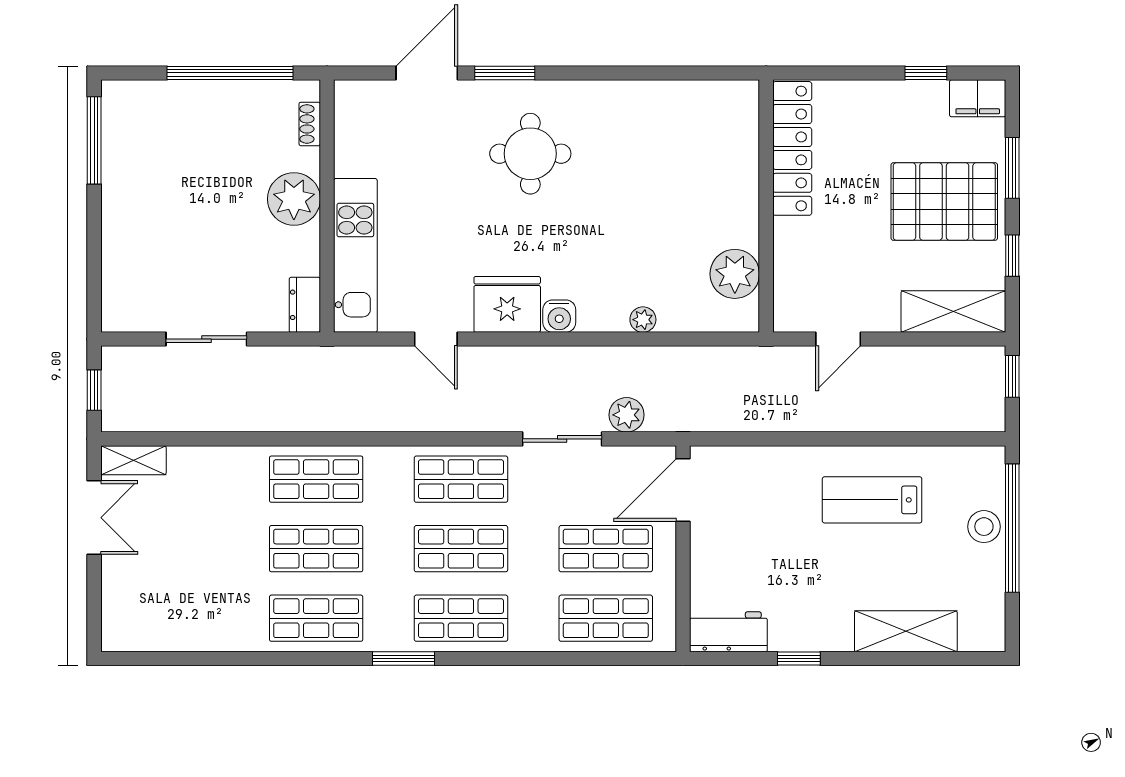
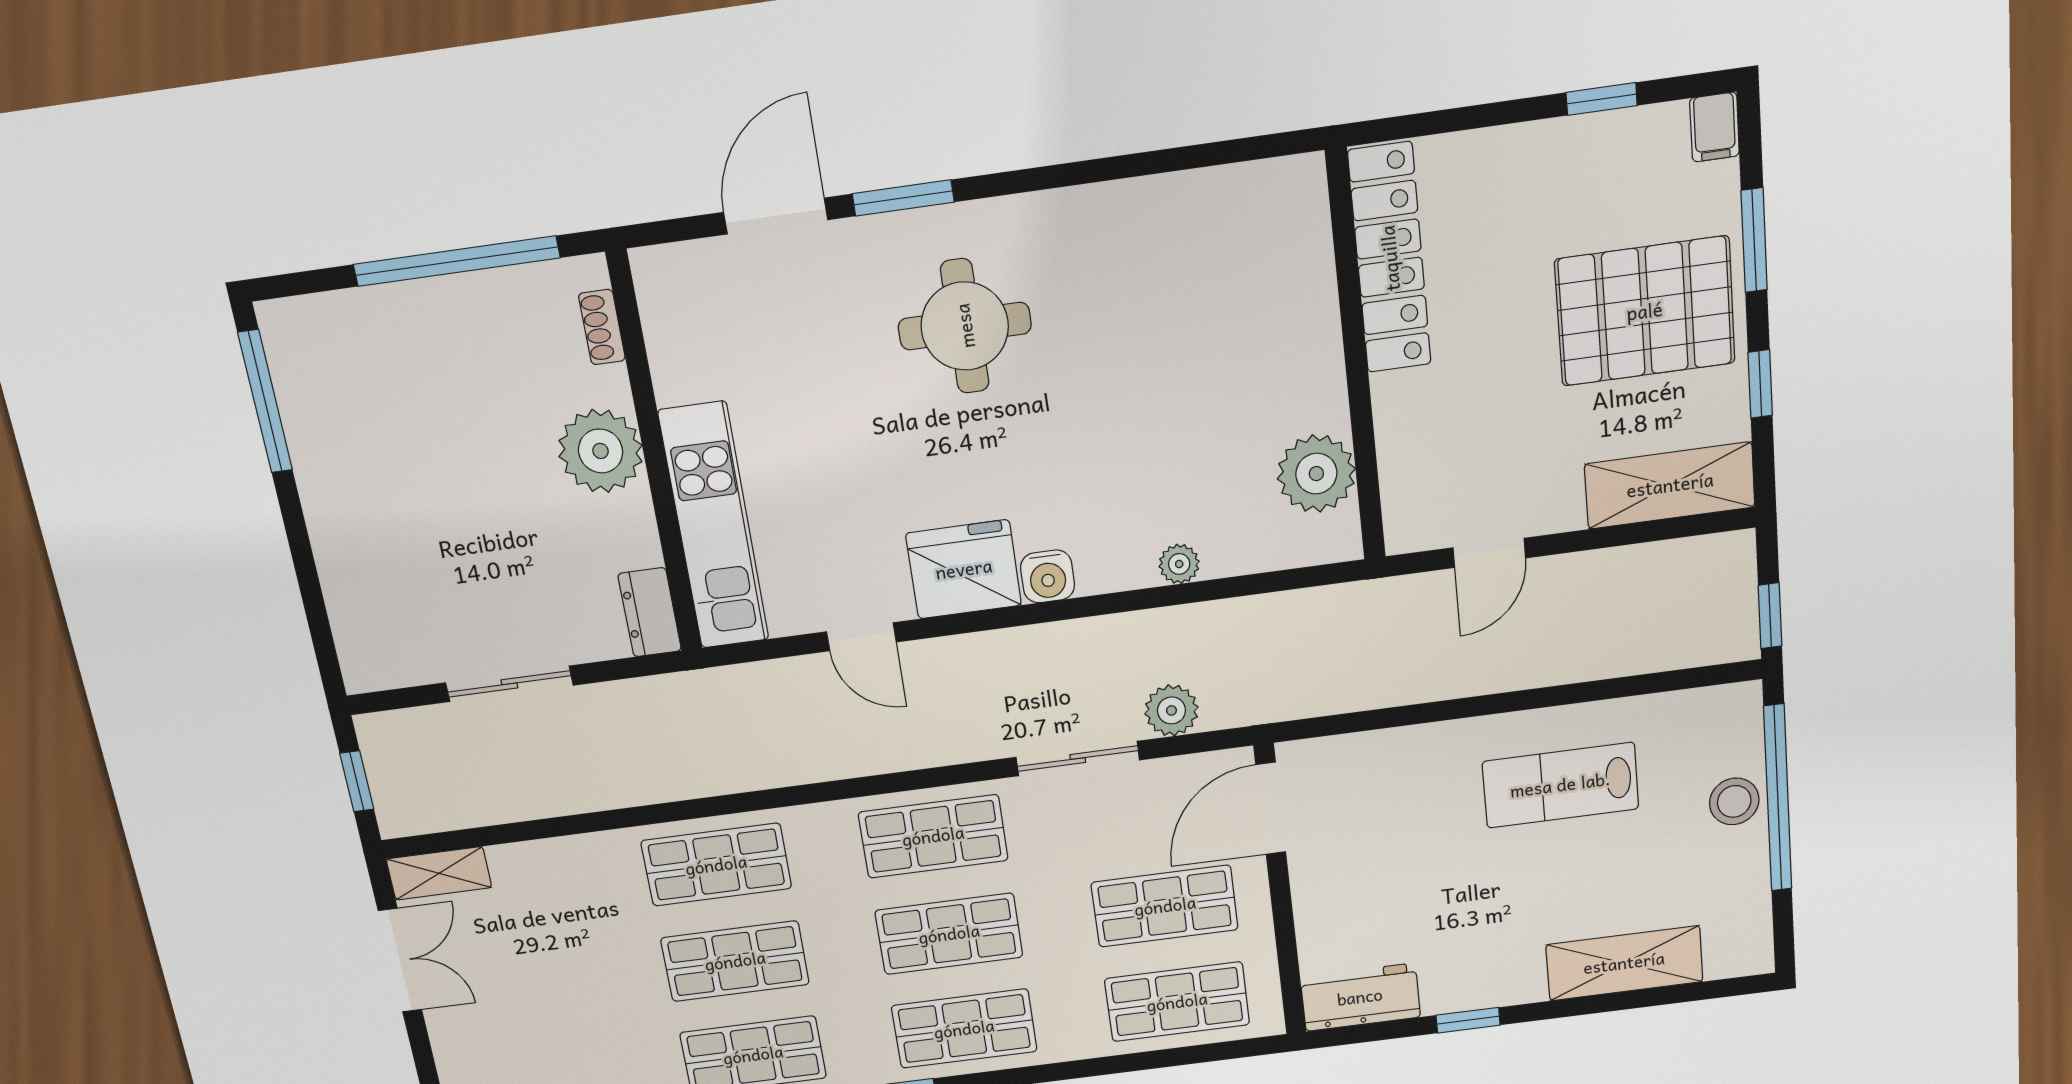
filing cabinet: (978, 98) -> (1714, 127), width x0.50
window: (1012, 376) -> (1770, 616), moved

